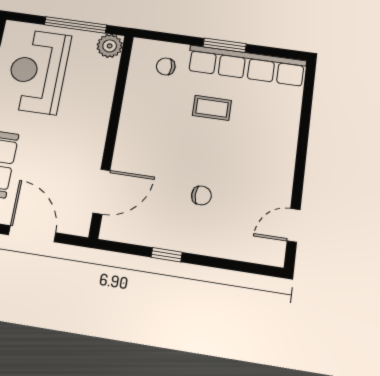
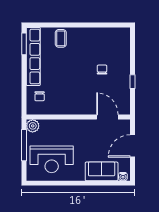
window: (225, 45) -> (24, 44), moved
coffee table: (212, 108) -> (61, 38), moved
door: (294, 225) -> (110, 25), removed

